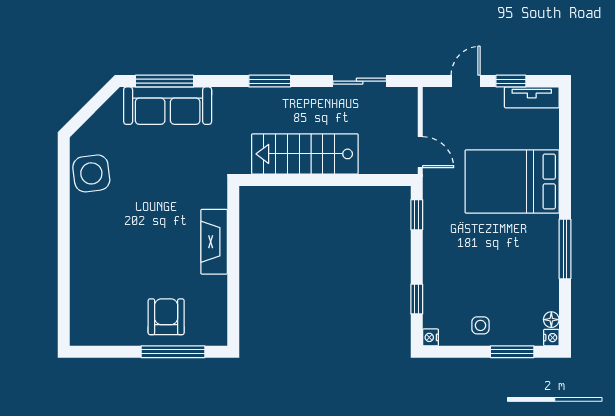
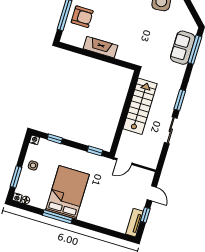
sliding door: (360, 81) -> (171, 130), moved
sofa: (168, 106) -> (183, 48), width x0.73
bed: (512, 182) -> (67, 192), moved
fireplace: (214, 242) -> (101, 47), moved

